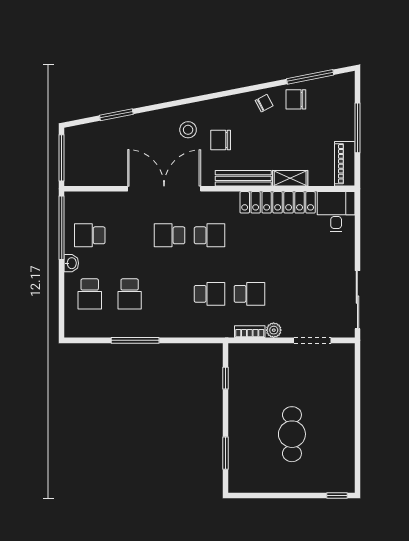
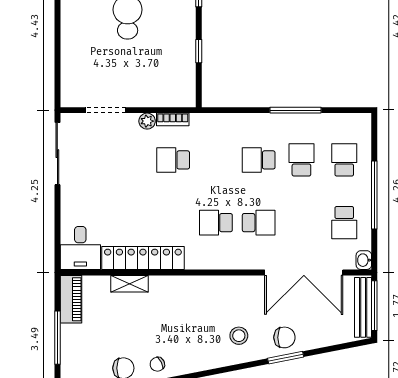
window: (116, 115) -> (286, 358), moved
chair: (221, 140) -> (284, 337), moved
bench: (243, 178) -> (363, 307), moved, turned 90
double door: (164, 189) -> (304, 272), moved
window: (62, 228) -> (374, 195), moved
school desk: (90, 235) -> (344, 223), turned 90
washbasin: (71, 263) -> (364, 260), moved
school desk: (209, 294) -> (259, 160), moved
window: (226, 378) -> (199, 51), moved

